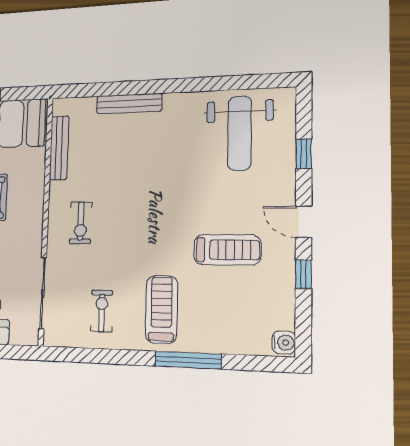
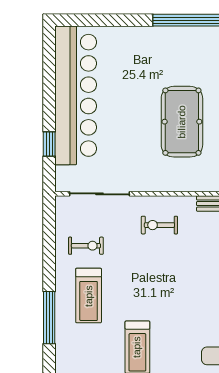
treadmill: (162, 310) -> (89, 296), turned 90

